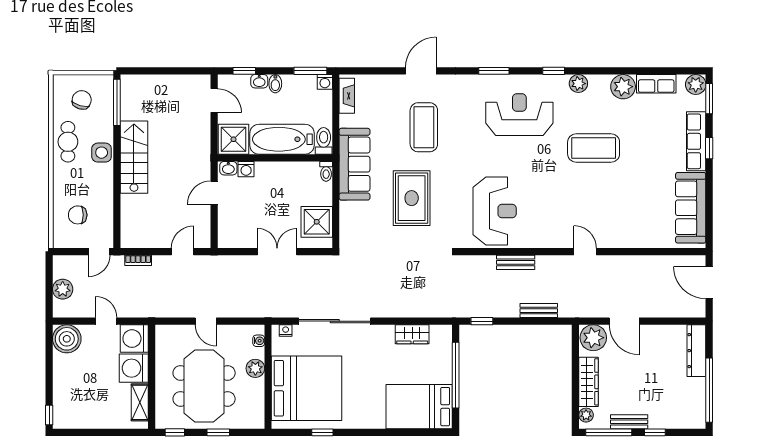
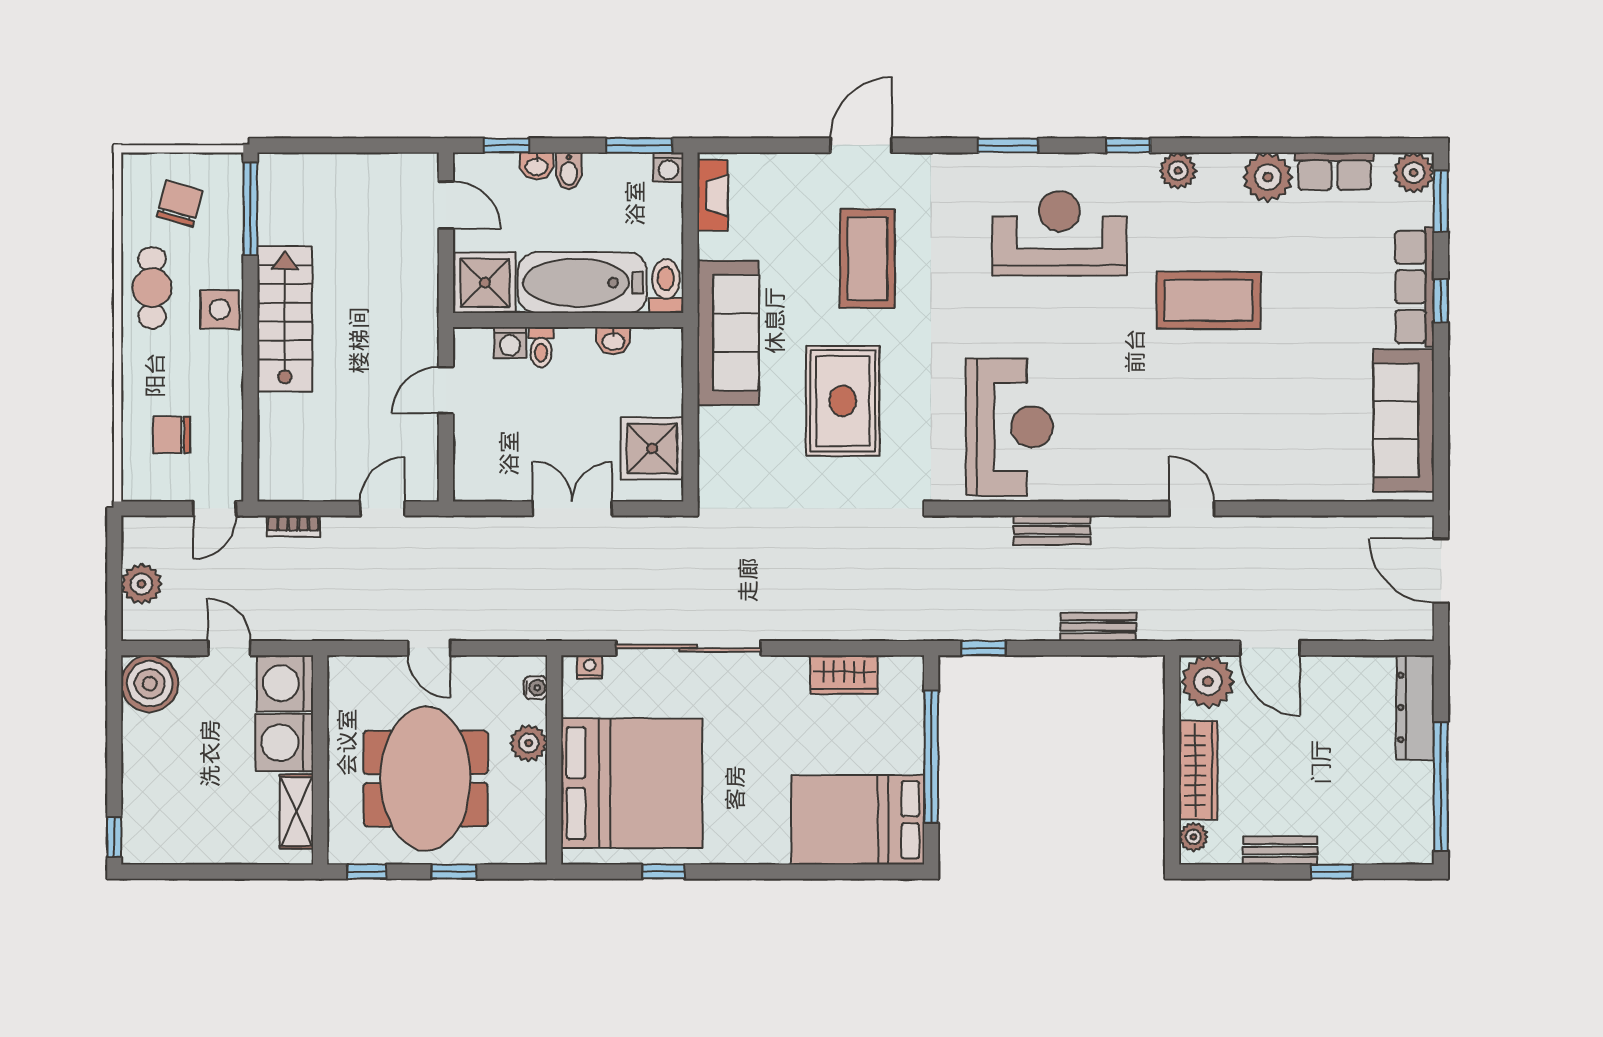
washbasin: (228, 168) -> (613, 341), moved
toilet: (326, 171) -> (541, 347), moved
window: (609, 432) -> (1239, 872), removed

